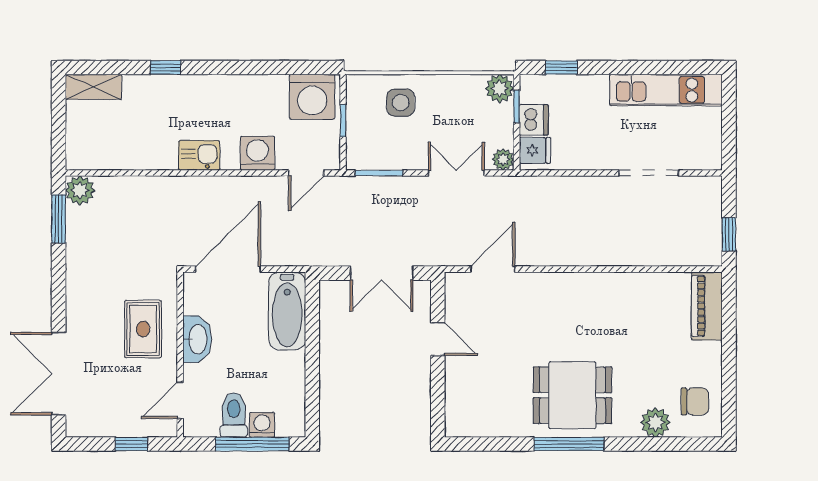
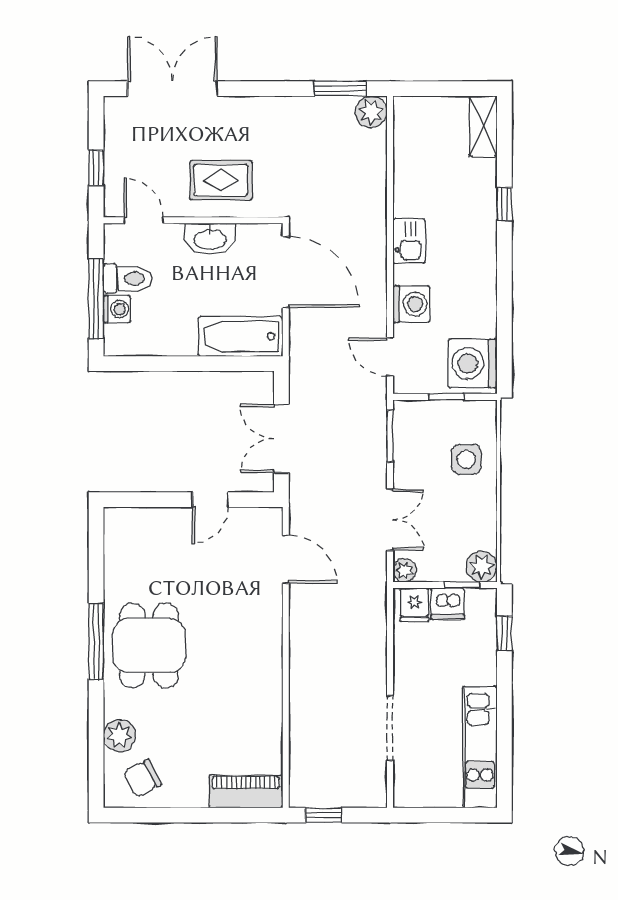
chair: (695, 401) -> (142, 778), turned 63

